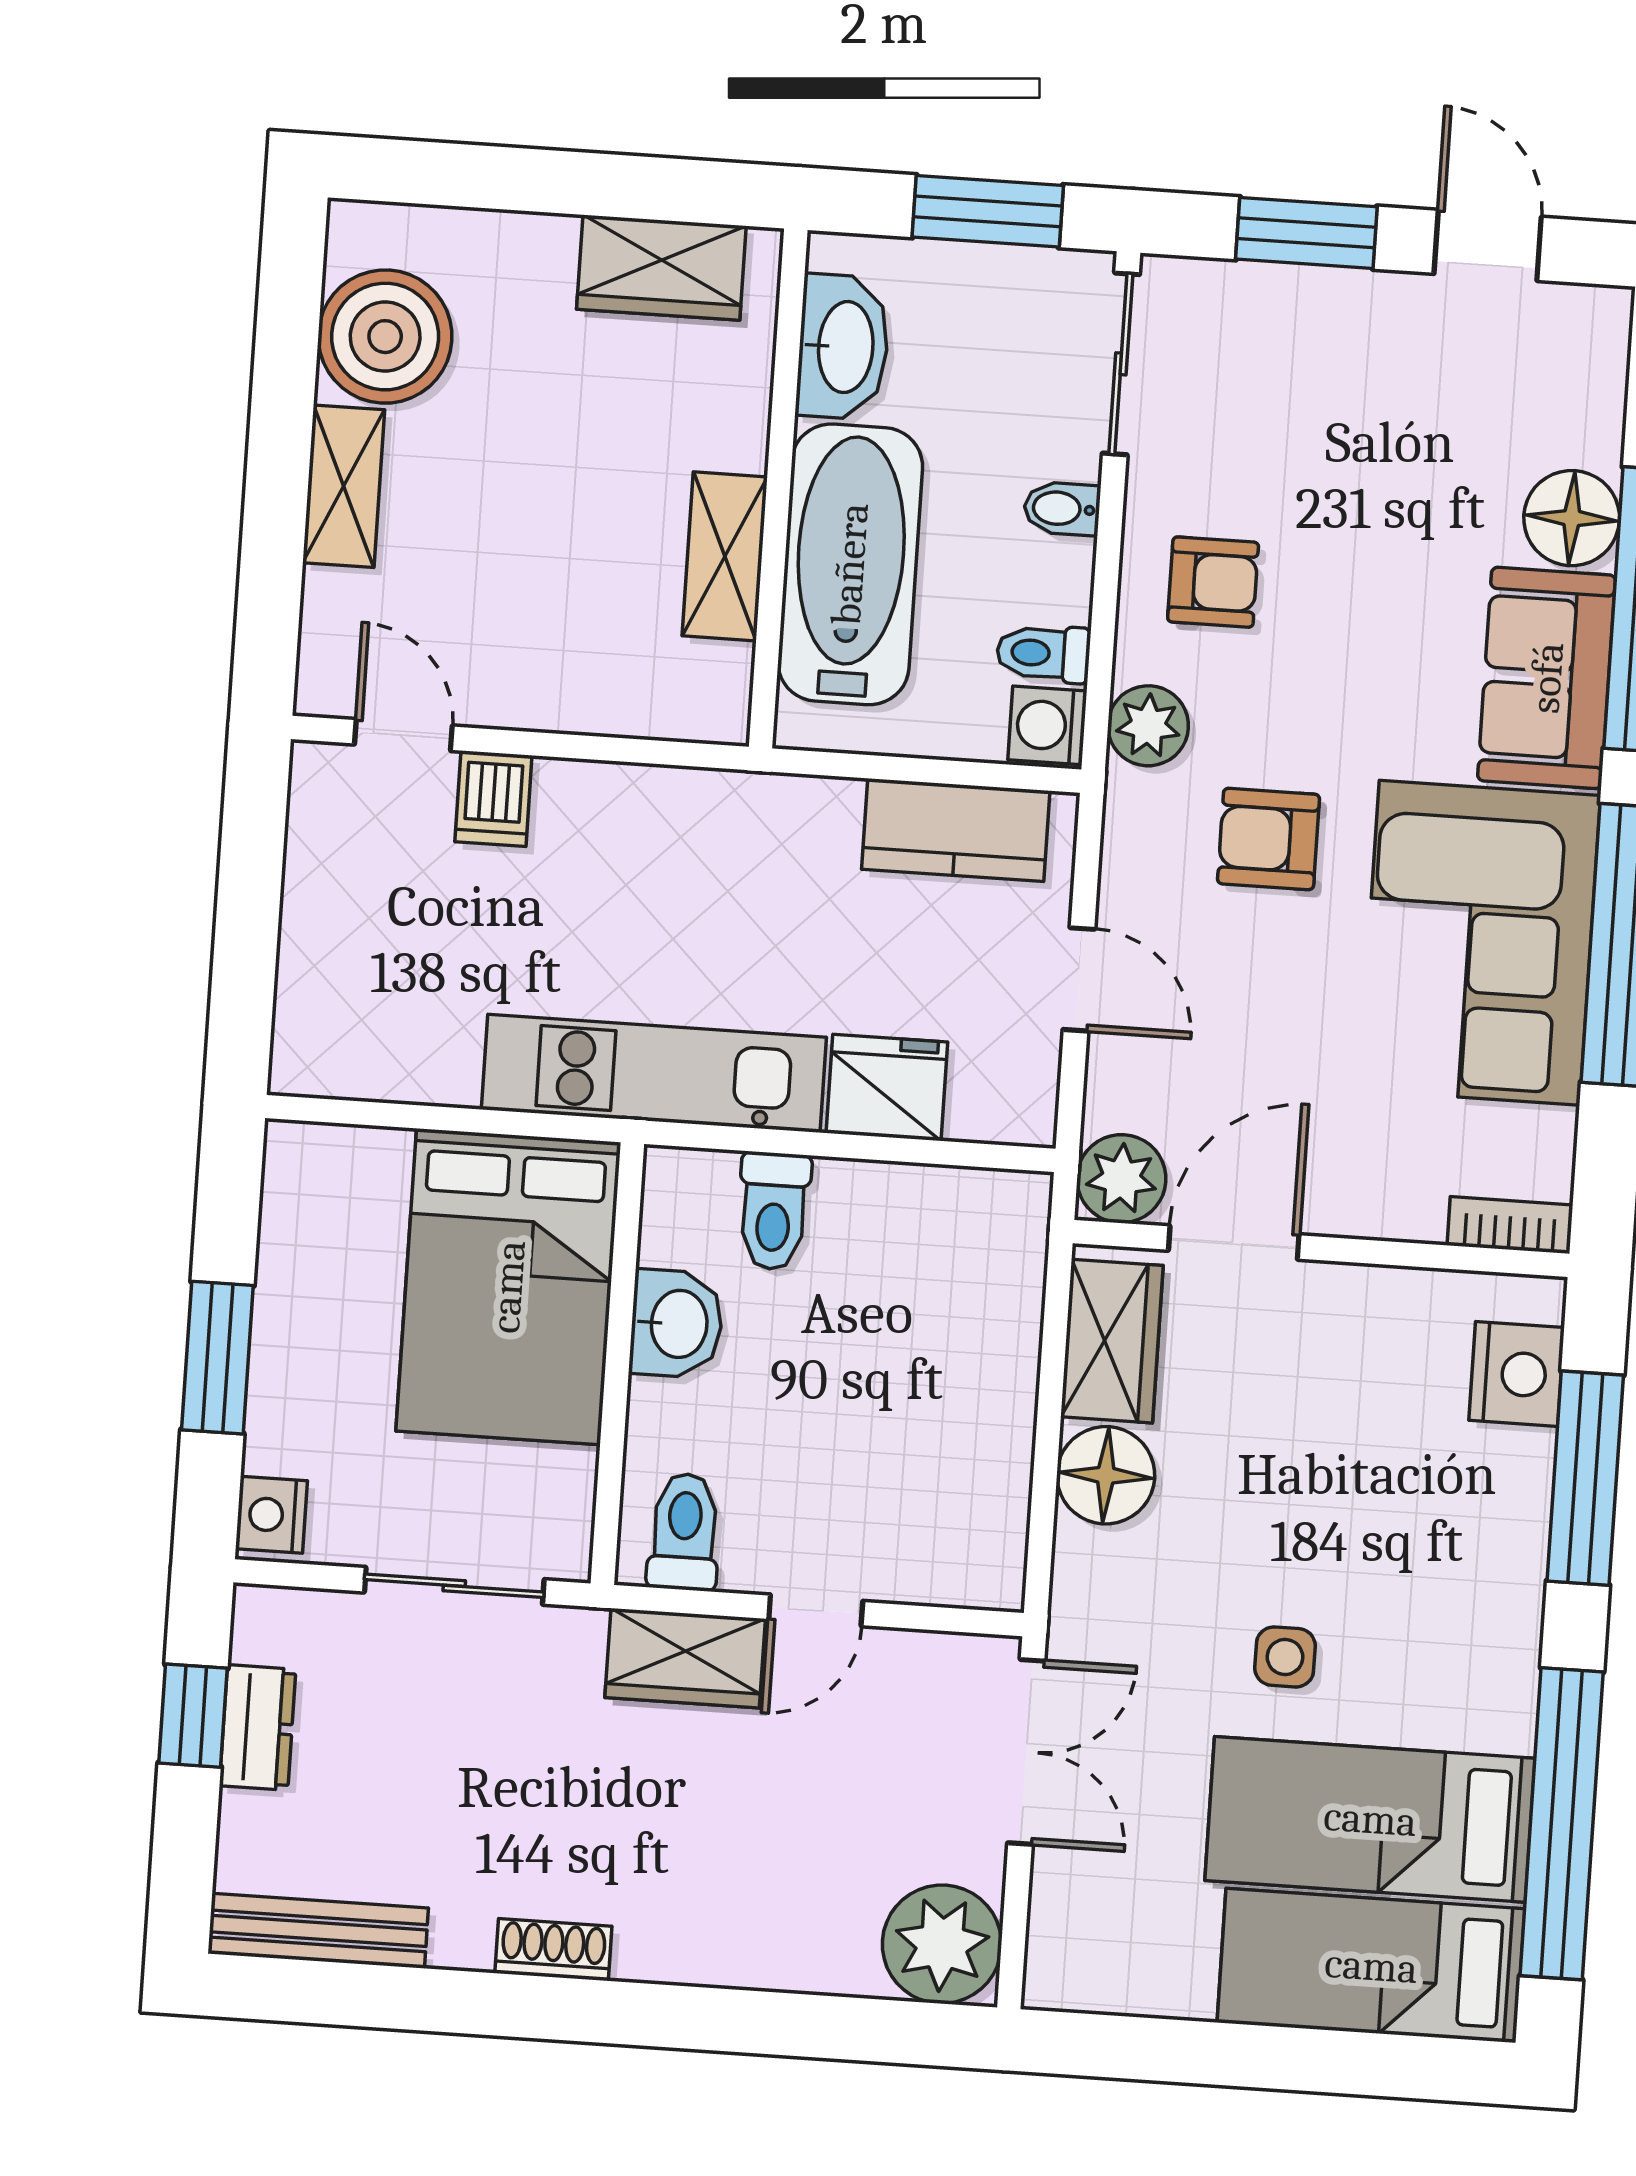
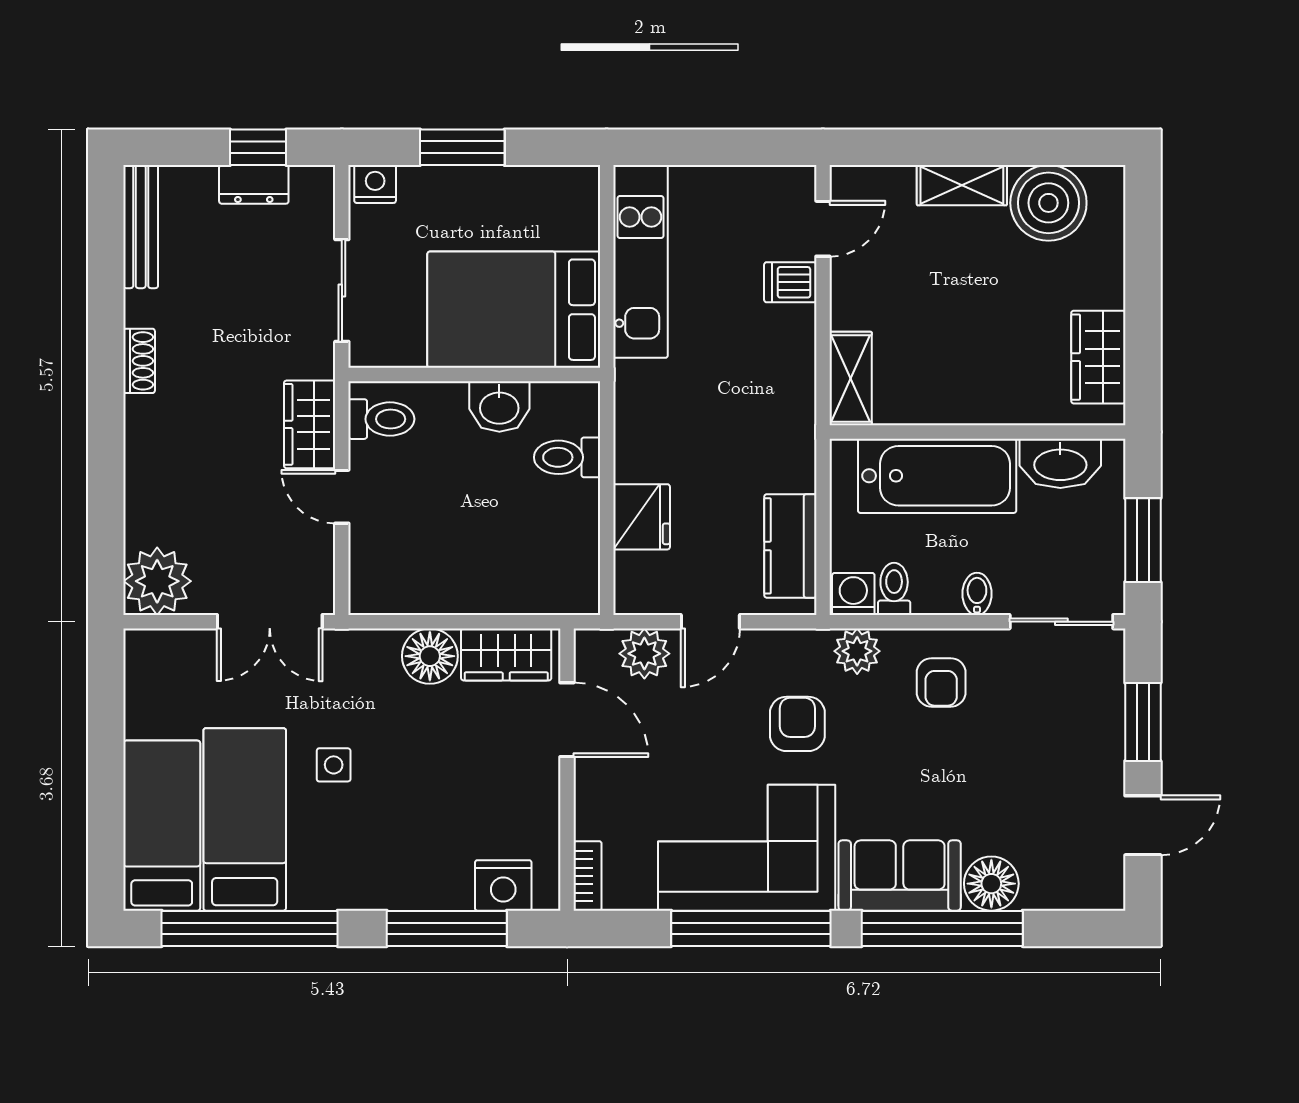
shelving: (725, 556) -> (851, 378), moved, turned 90
kitchen unit: (654, 1073) -> (641, 261), moved
plant: (1121, 1179) -> (644, 654), moved

